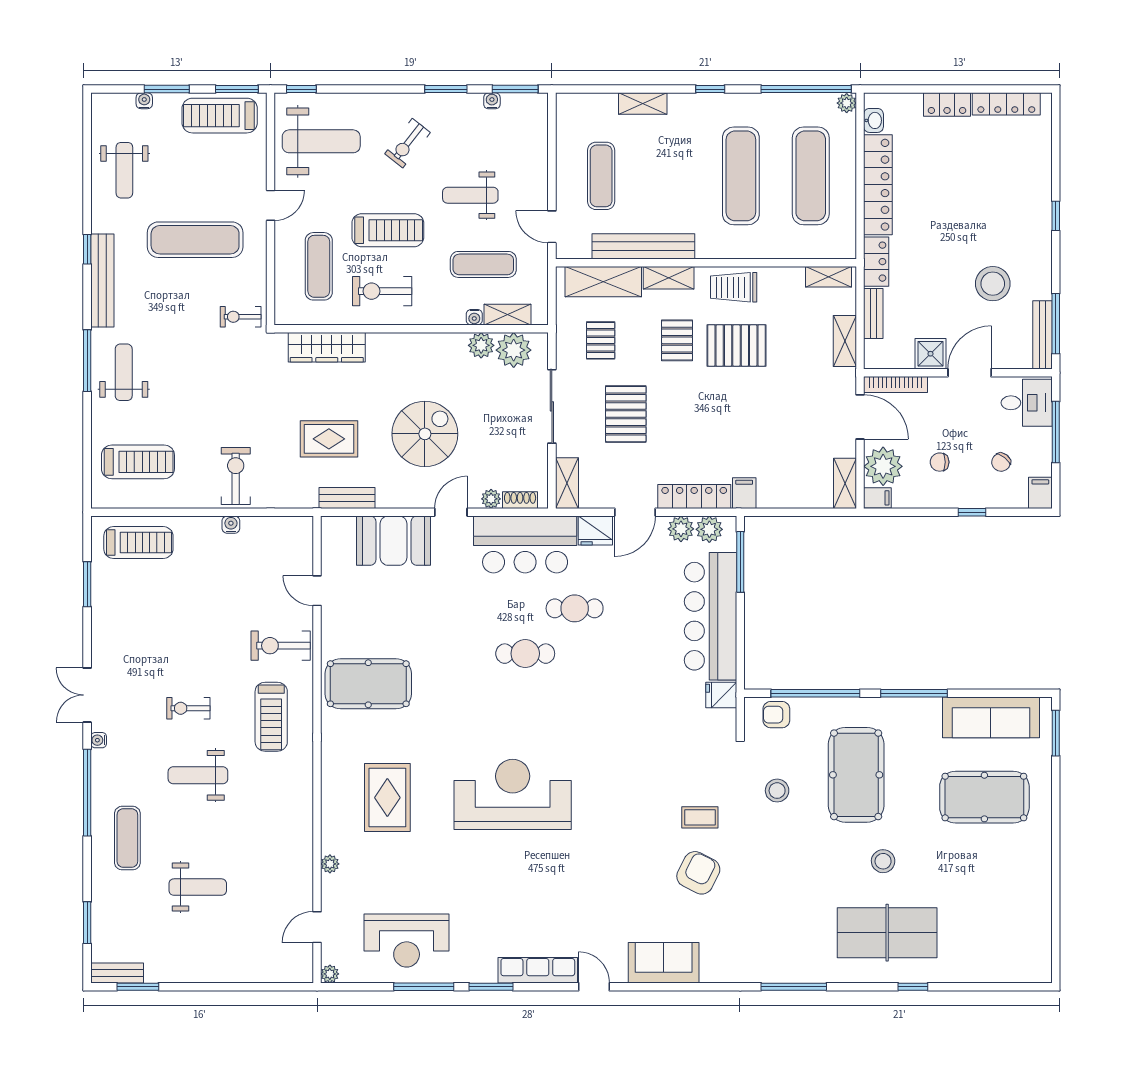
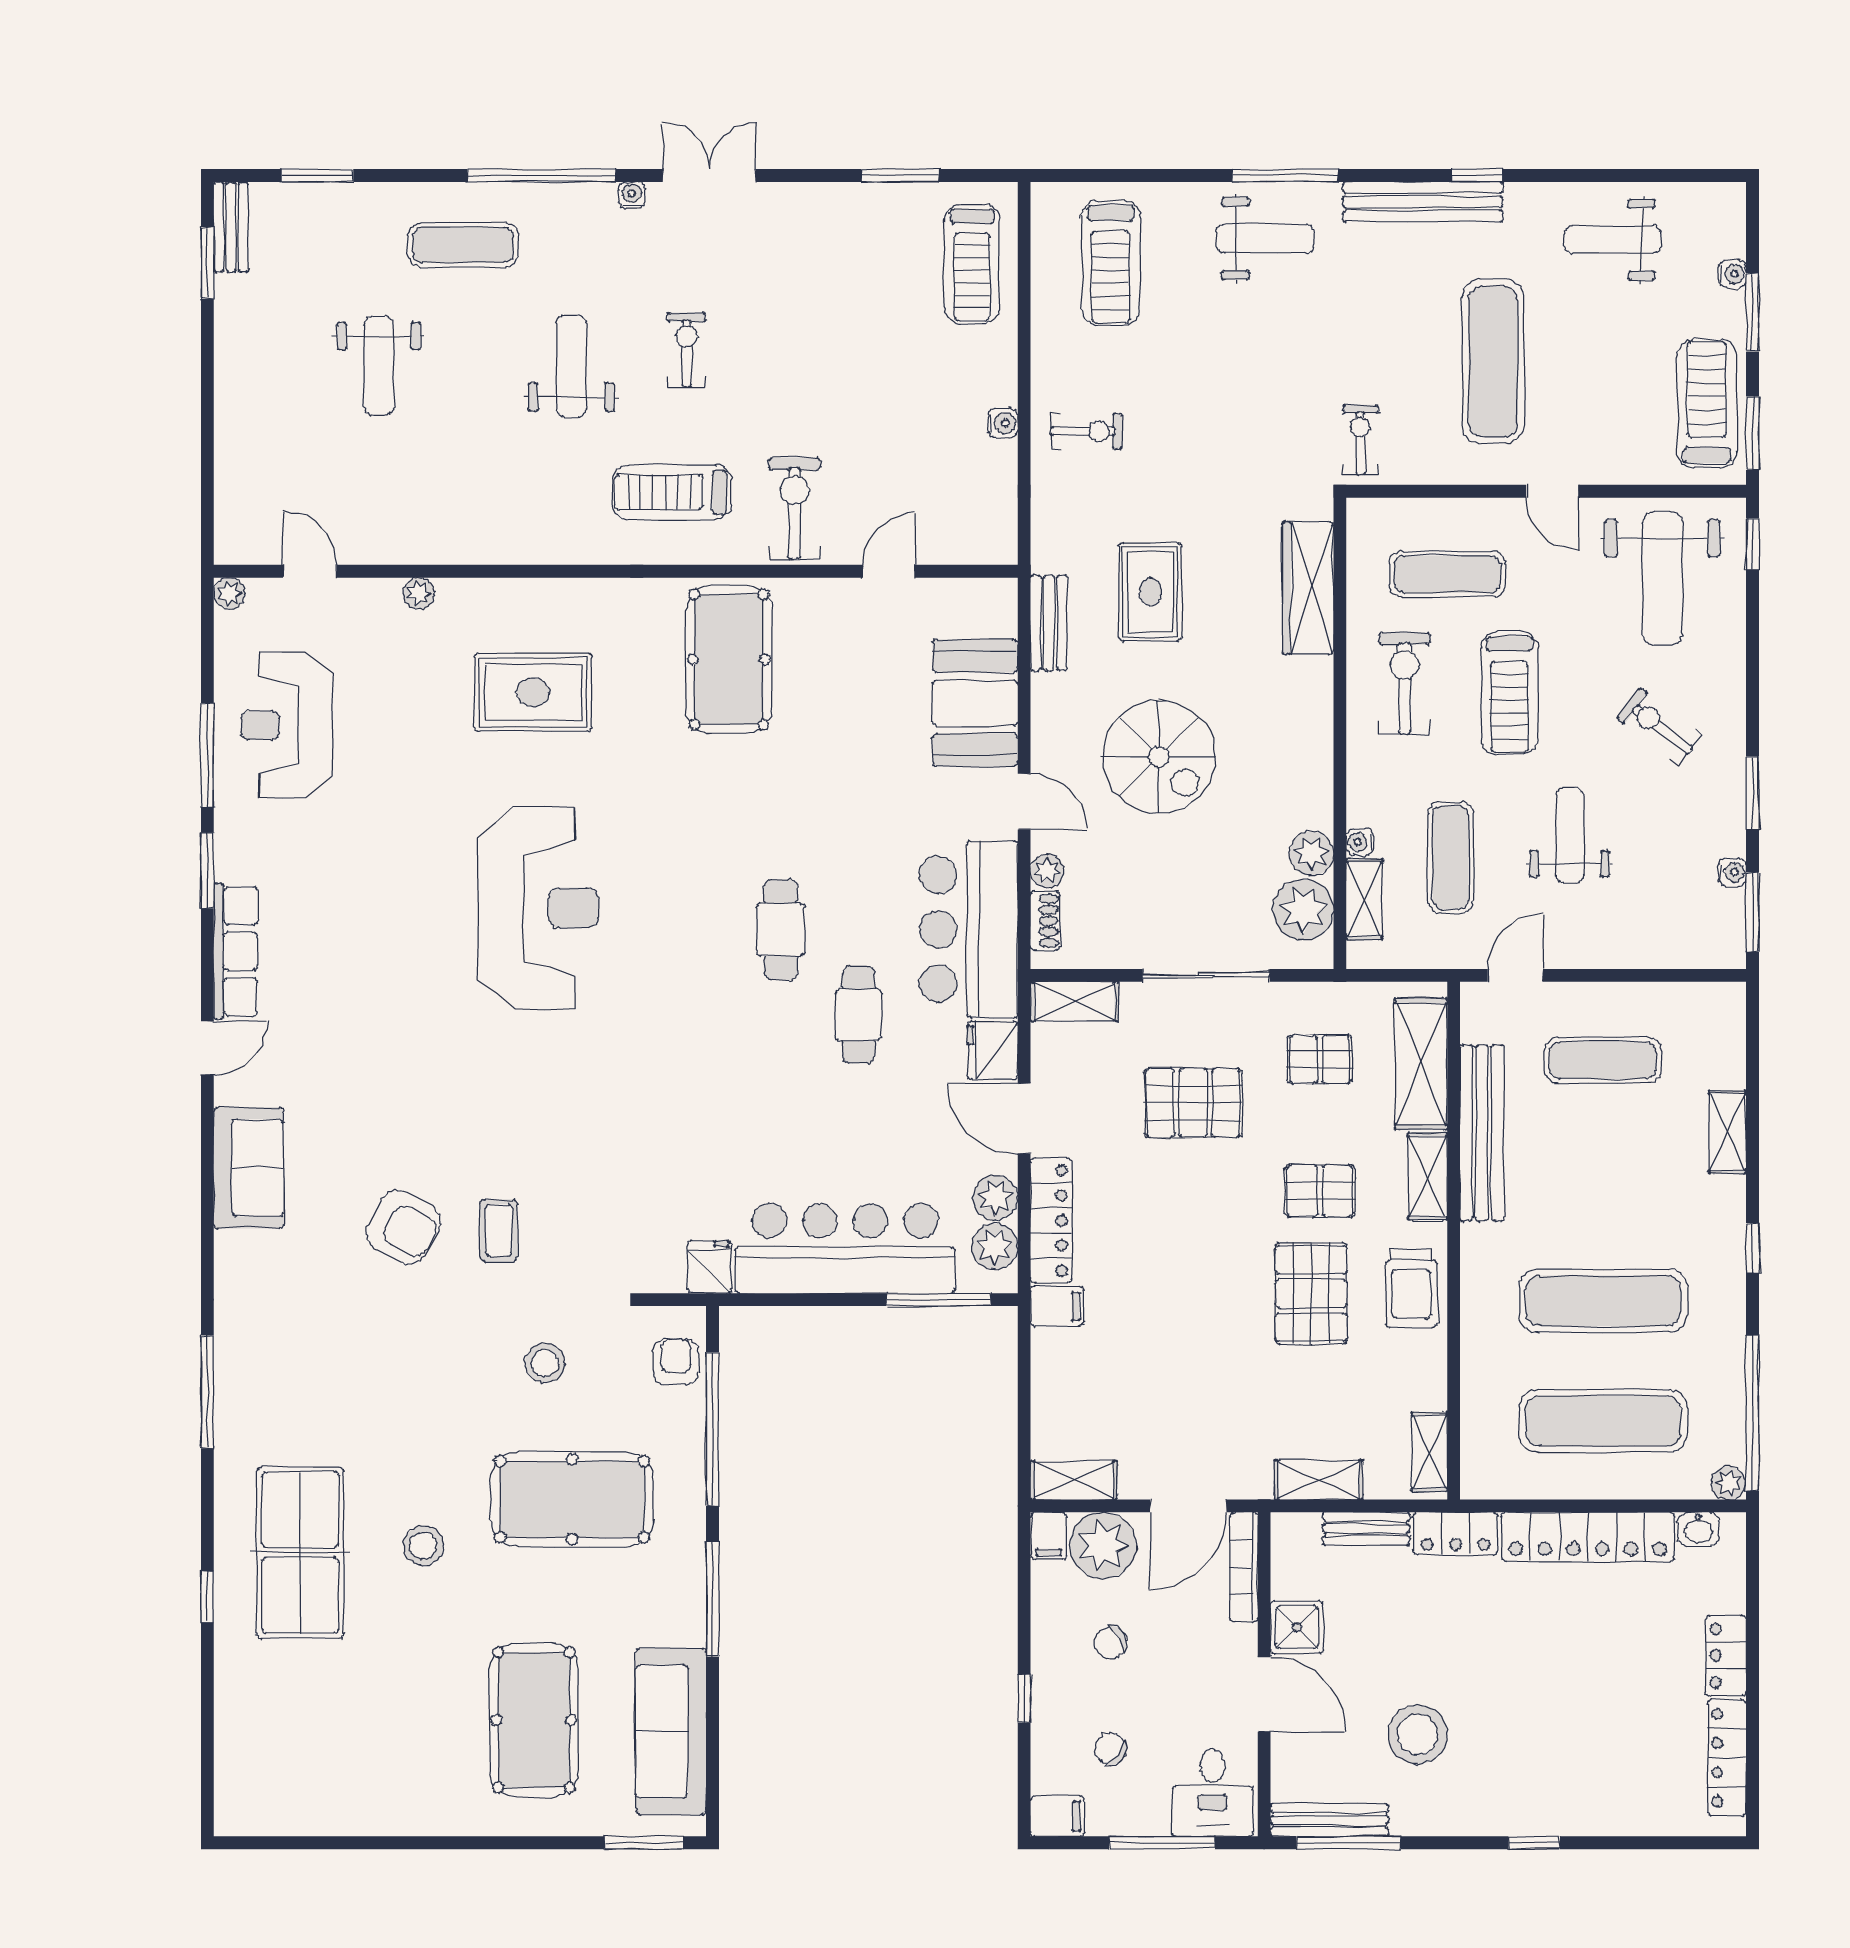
trolley: (734, 287) -> (1411, 1288), turned 180
chair: (940, 462) -> (1110, 1643), turned -119
exercise bike: (236, 476) -> (1086, 431), width x0.73, depth x0.72

